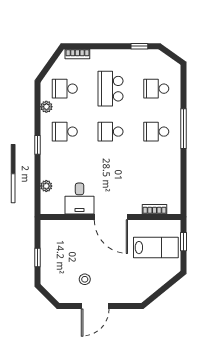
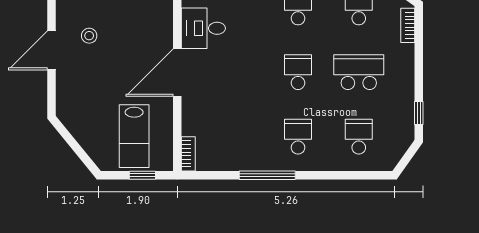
window: (183, 129) -> (267, 175), moved
bookcase: (154, 209) -> (188, 154), moved
door: (95, 306) -> (51, 50), hinge flipped

